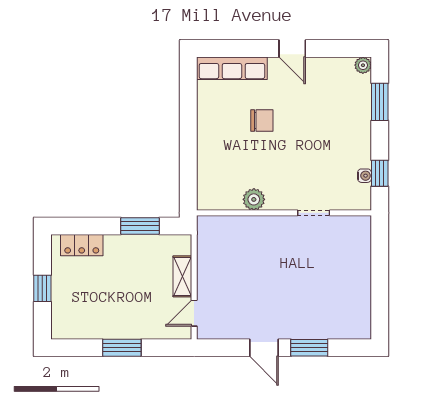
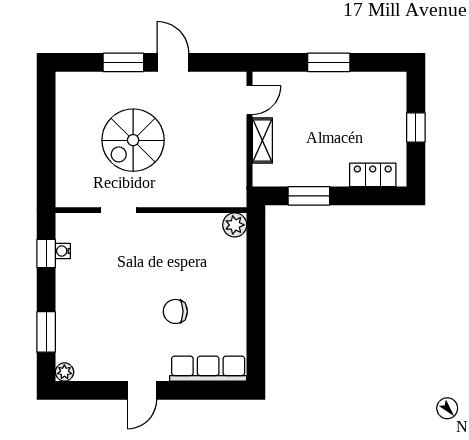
door: (292, 48) -> (142, 390), swing flipped
plant: (254, 199) -> (235, 225), moved
spiral stairs: (300, 277) -> (133, 140), added

